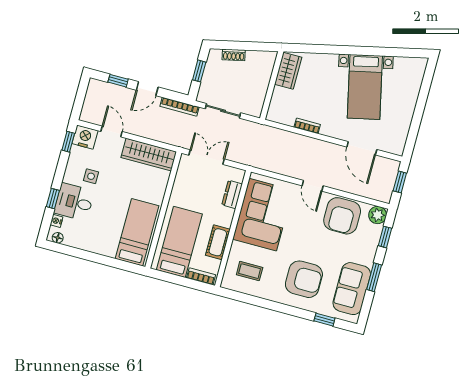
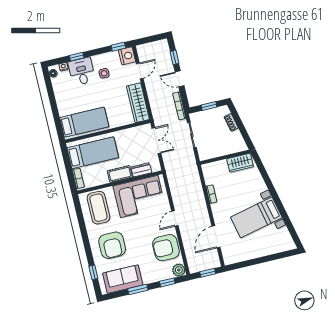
cot: (218, 242) -> (120, 174), moved
coffee table: (250, 271) -> (98, 208), width x1.86, depth x1.72

